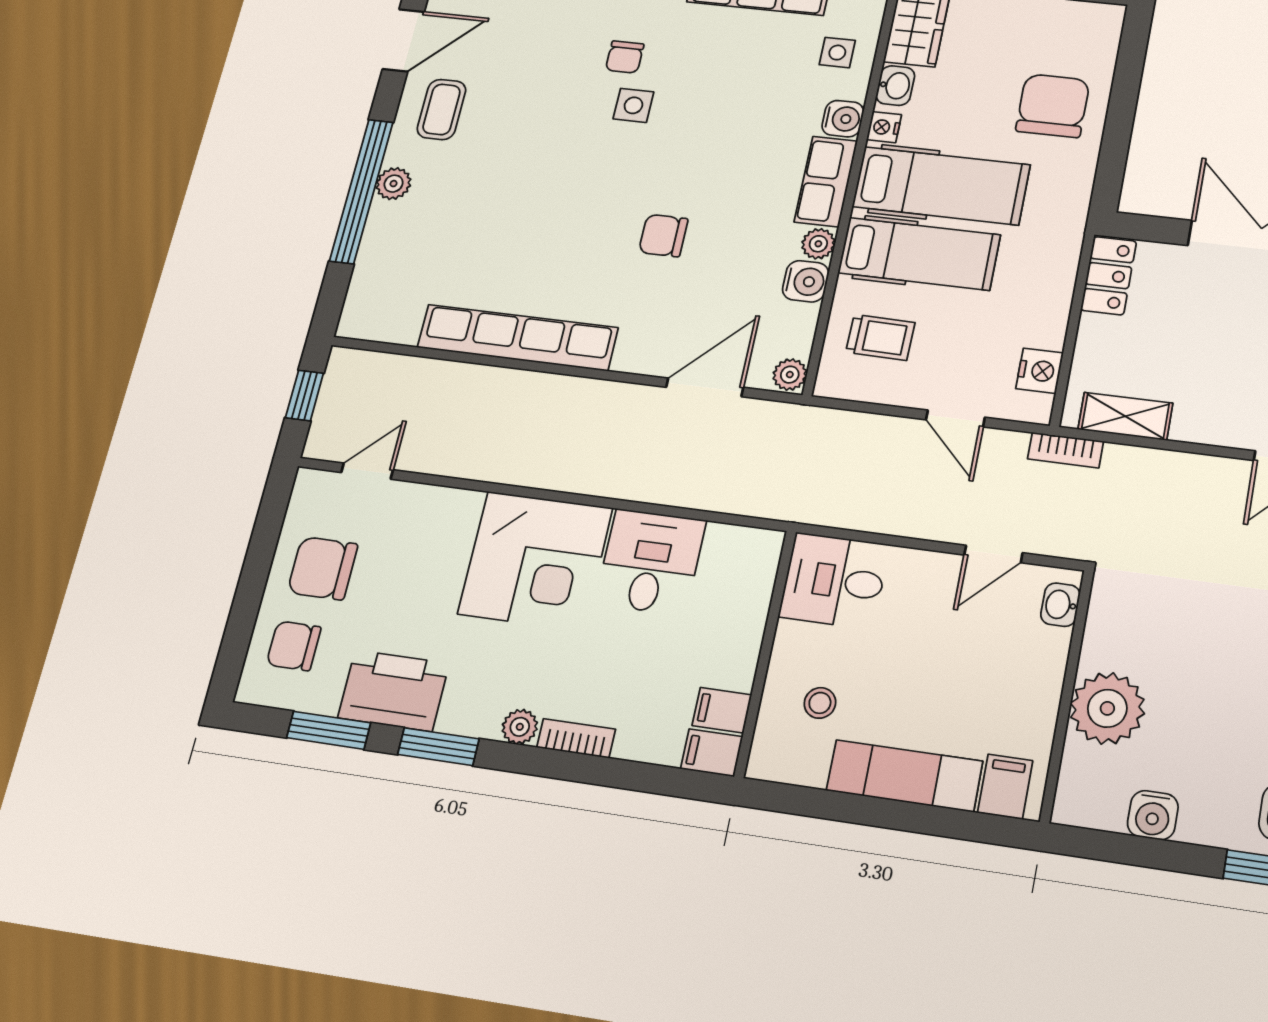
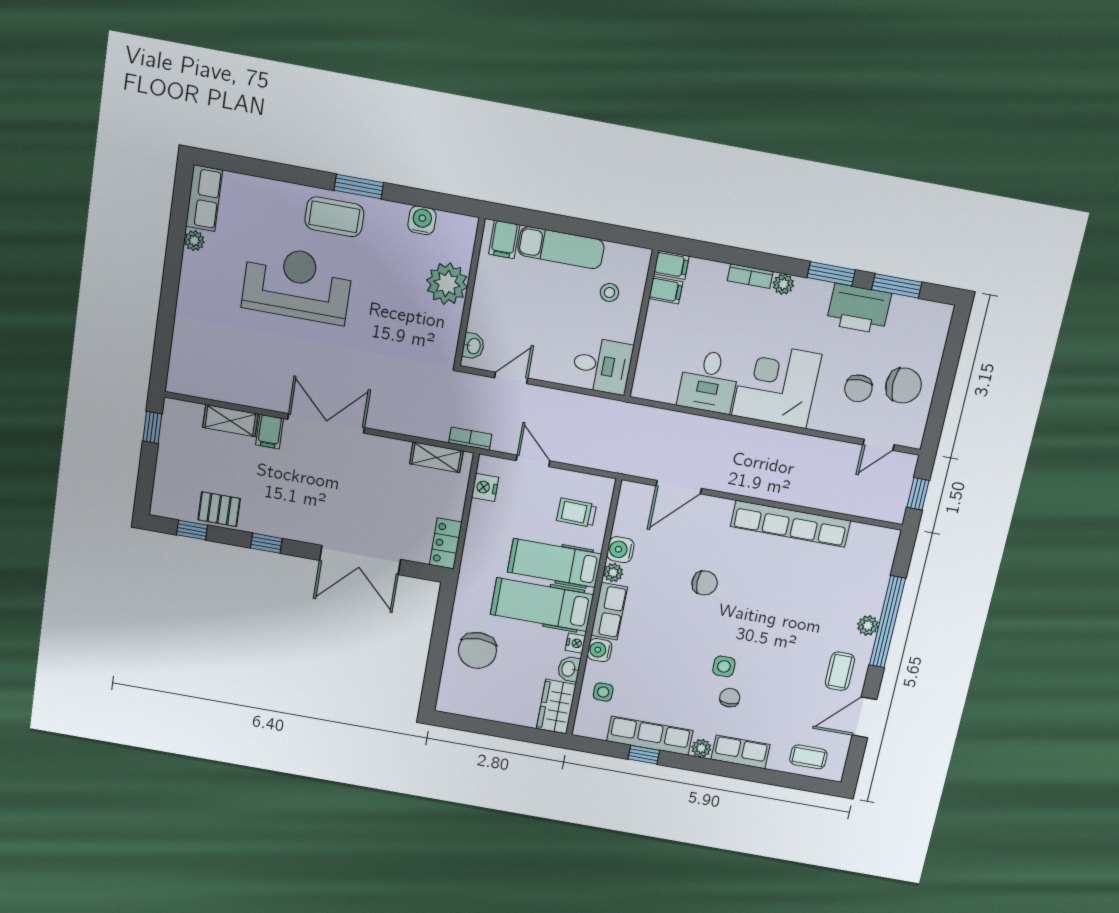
plant: (790, 375) -> (629, 492), removed
chair: (294, 646) -> (858, 388), moved, turned 90

